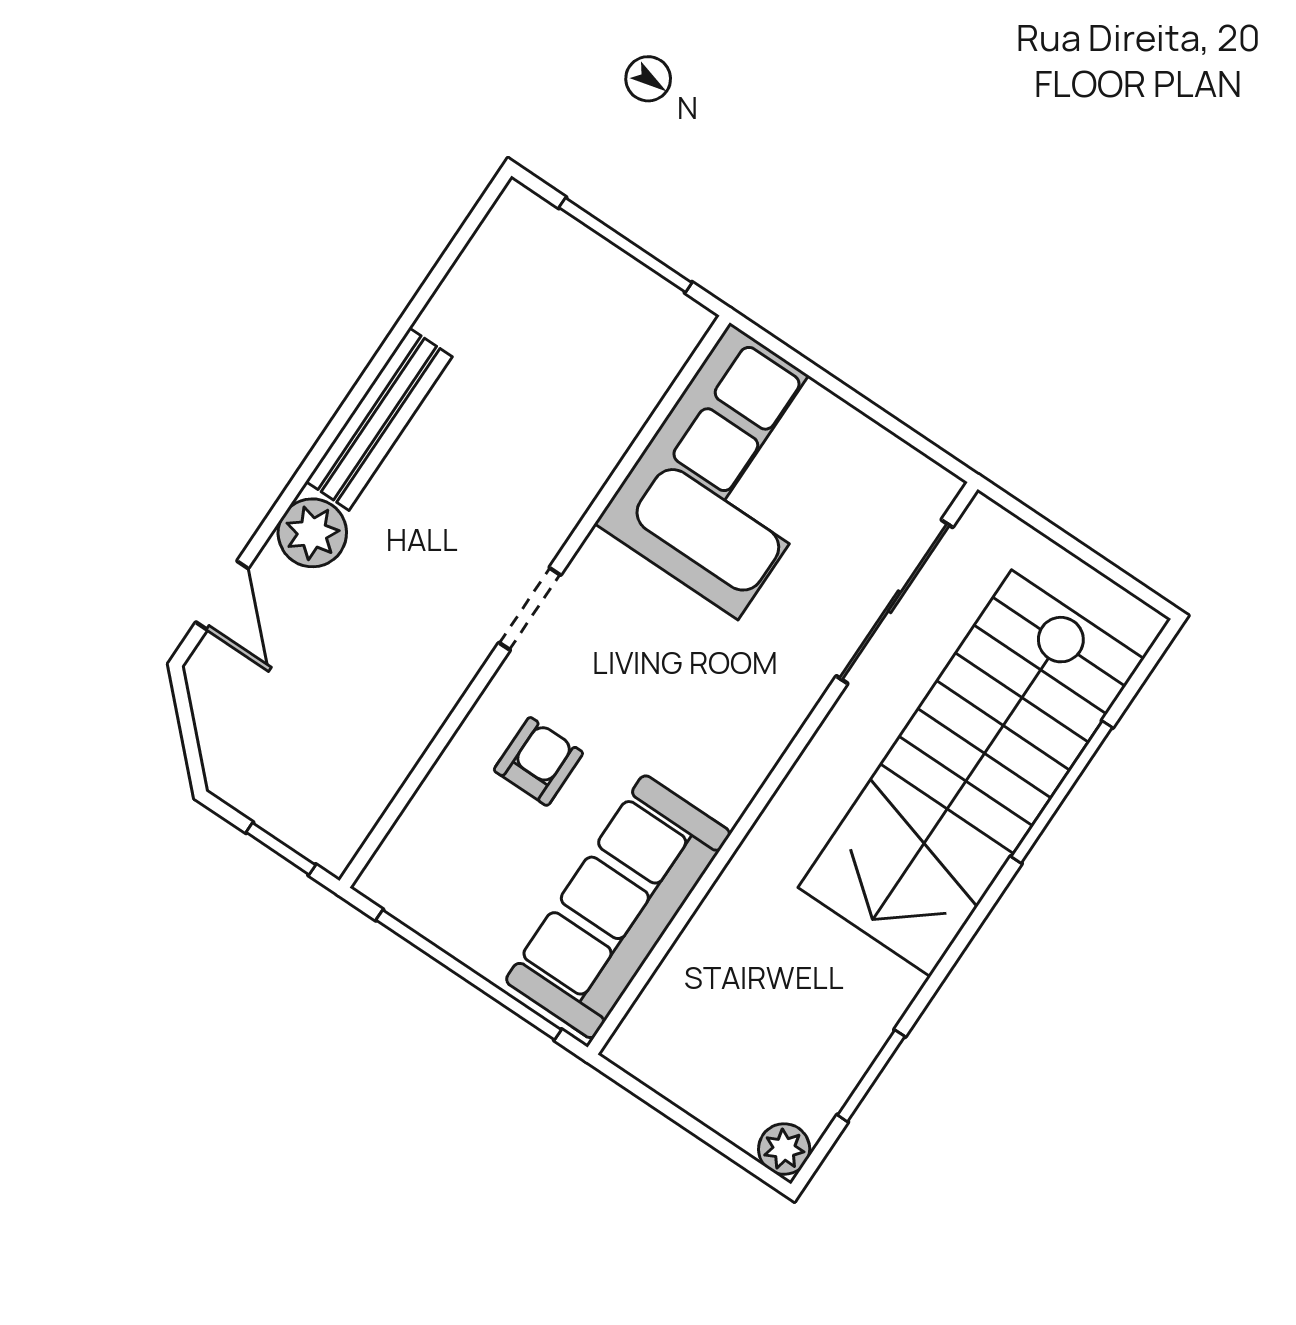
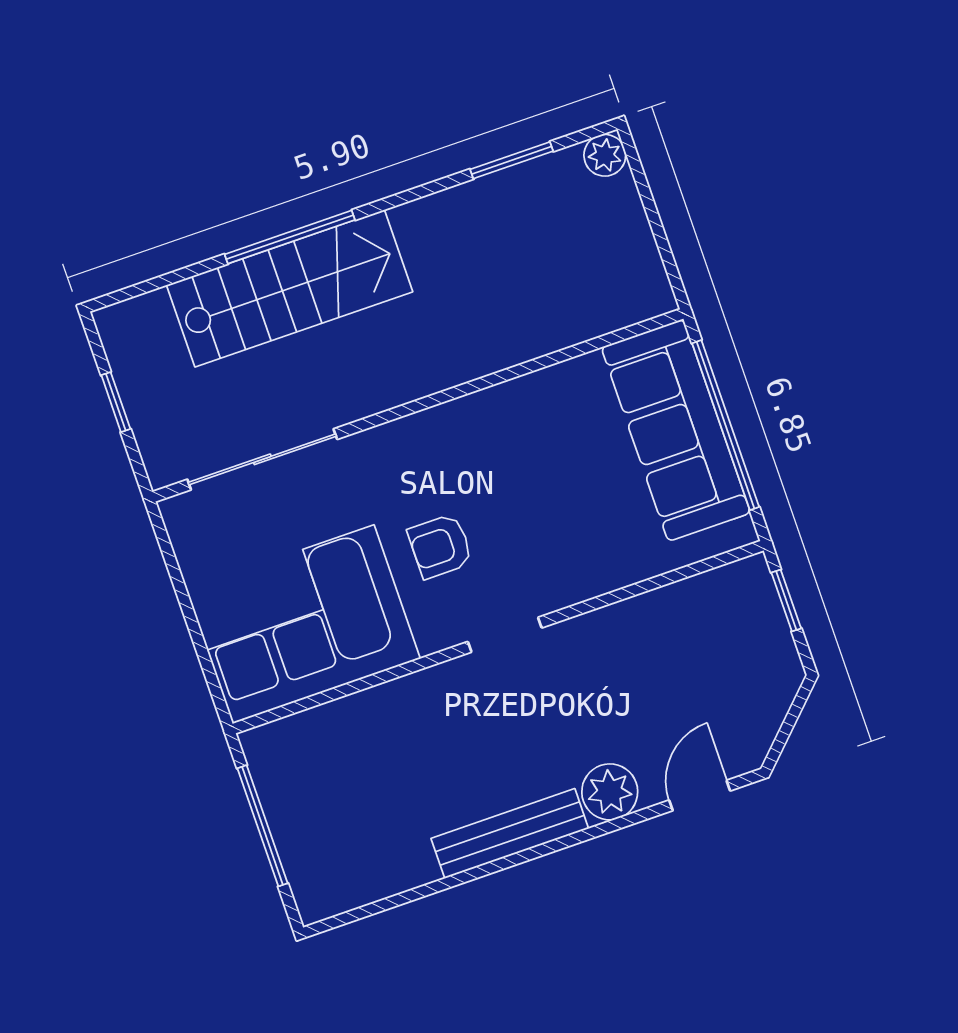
window: (1079, 550) -> (116, 402), added
armchair: (538, 761) -> (440, 546), moved
stairs: (971, 773) -> (290, 288), width x0.73, depth x0.66
window: (1062, 792) -> (290, 237), moved
sofa: (618, 907) -> (676, 430), moved, turned 90

